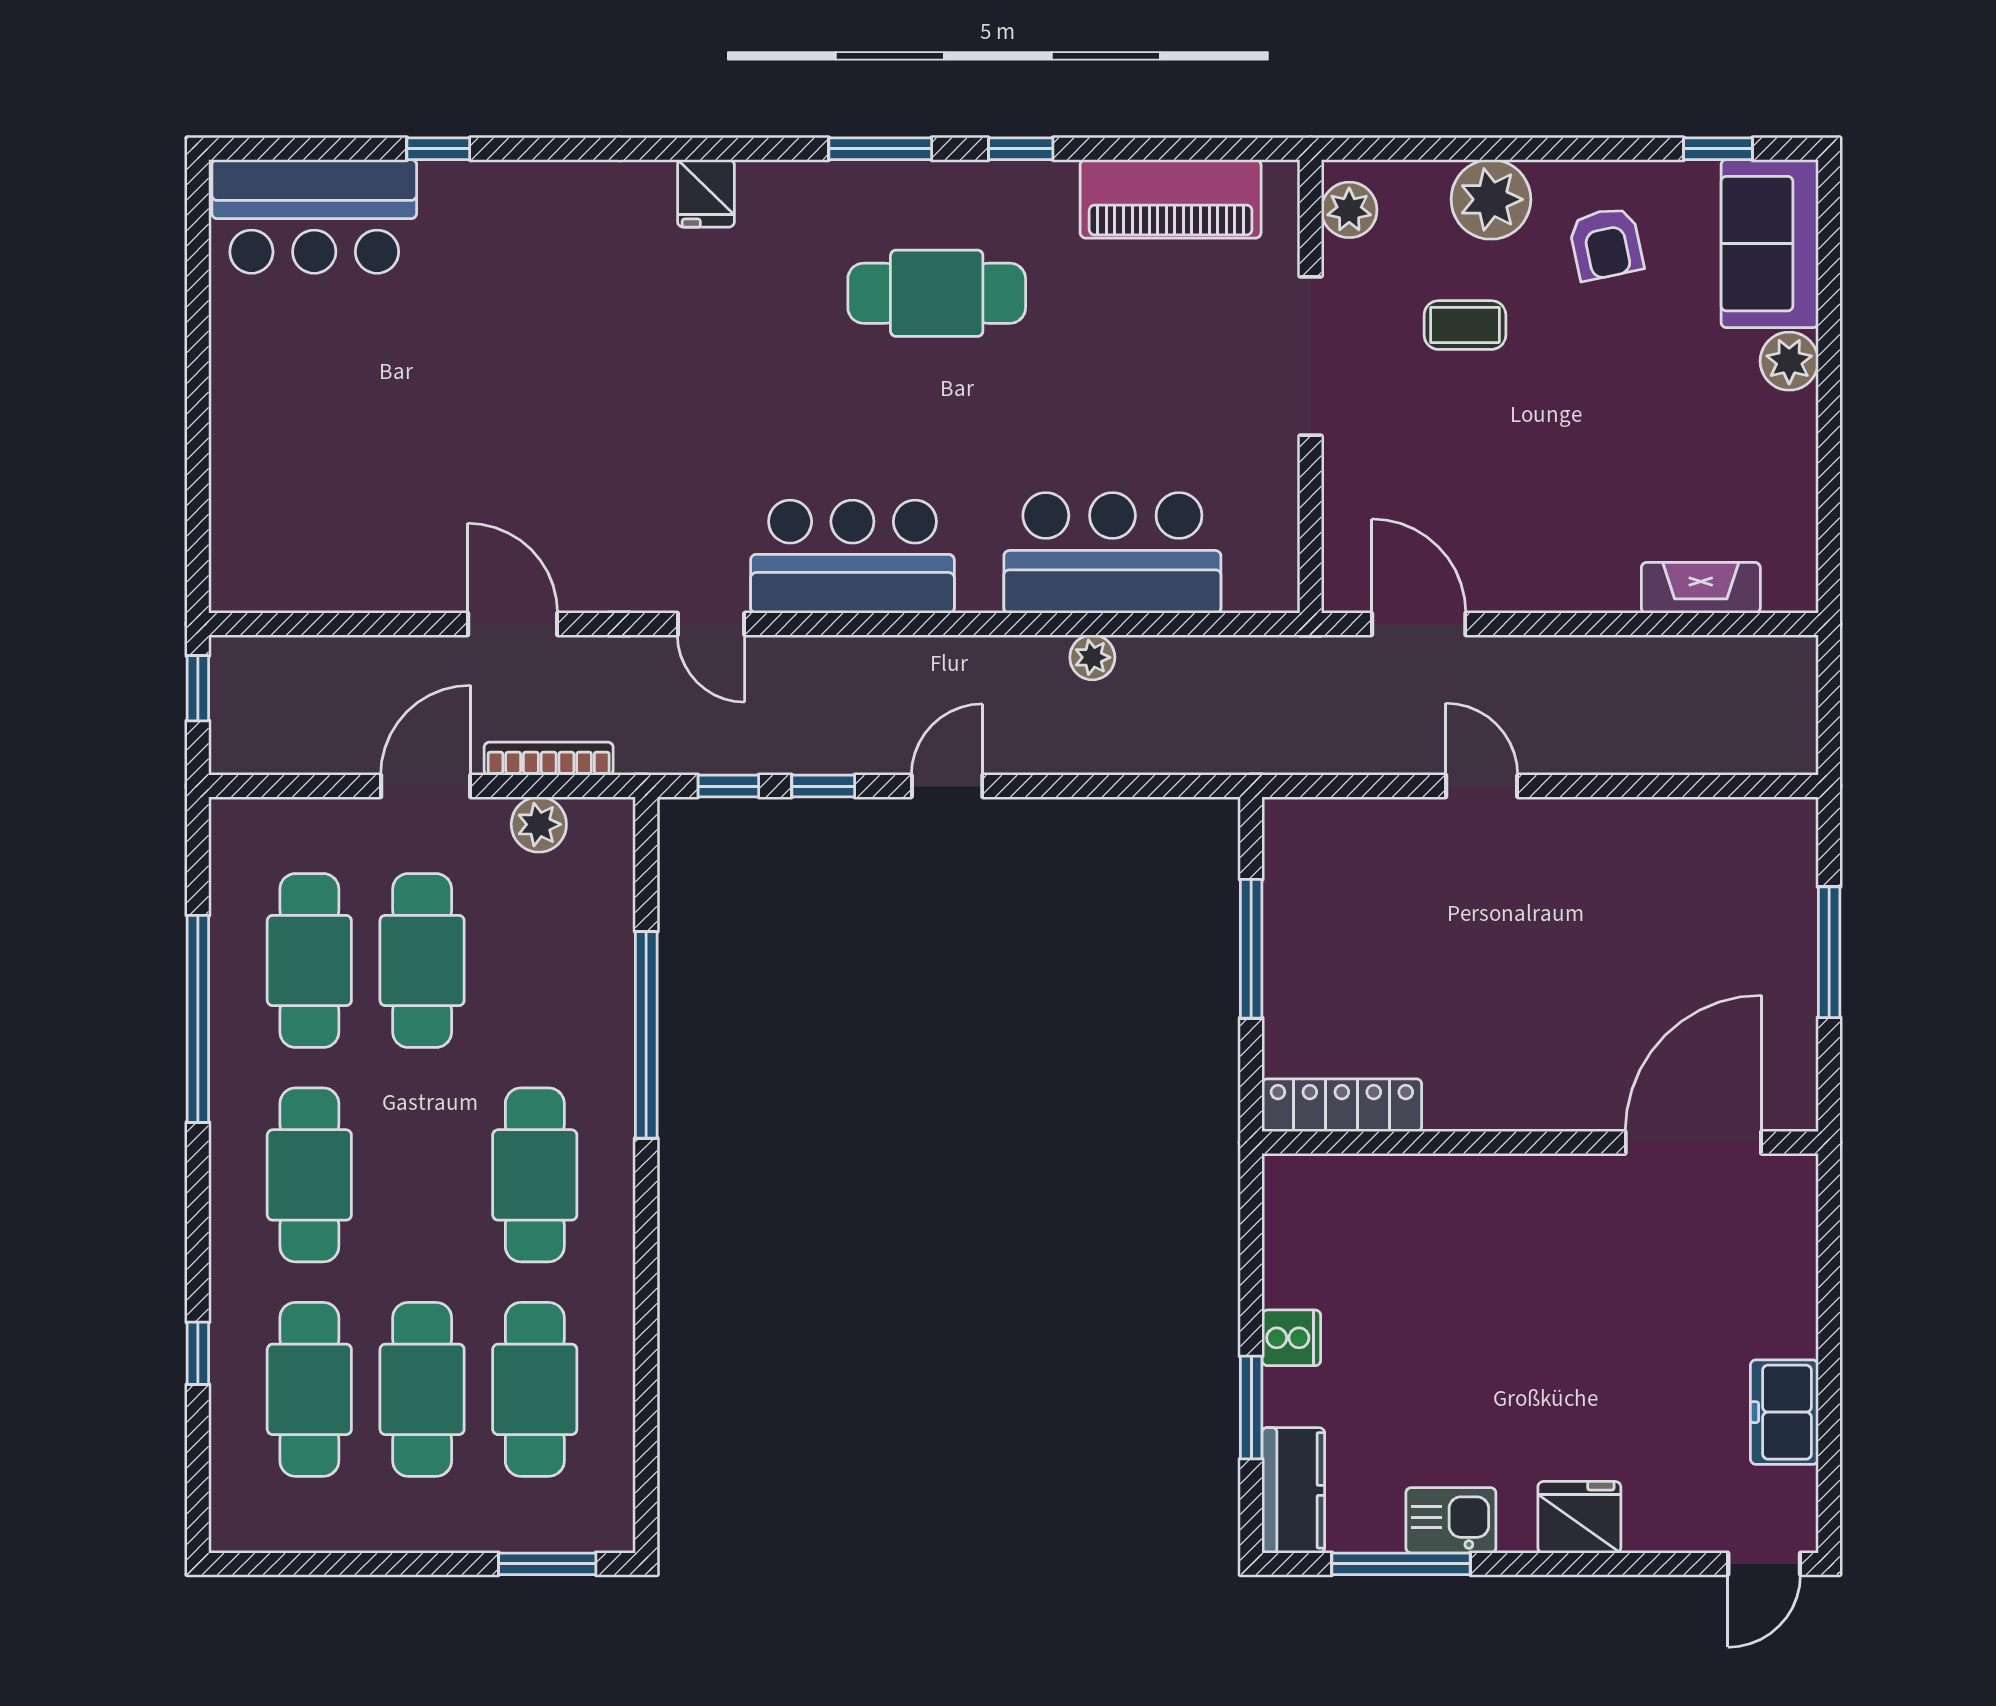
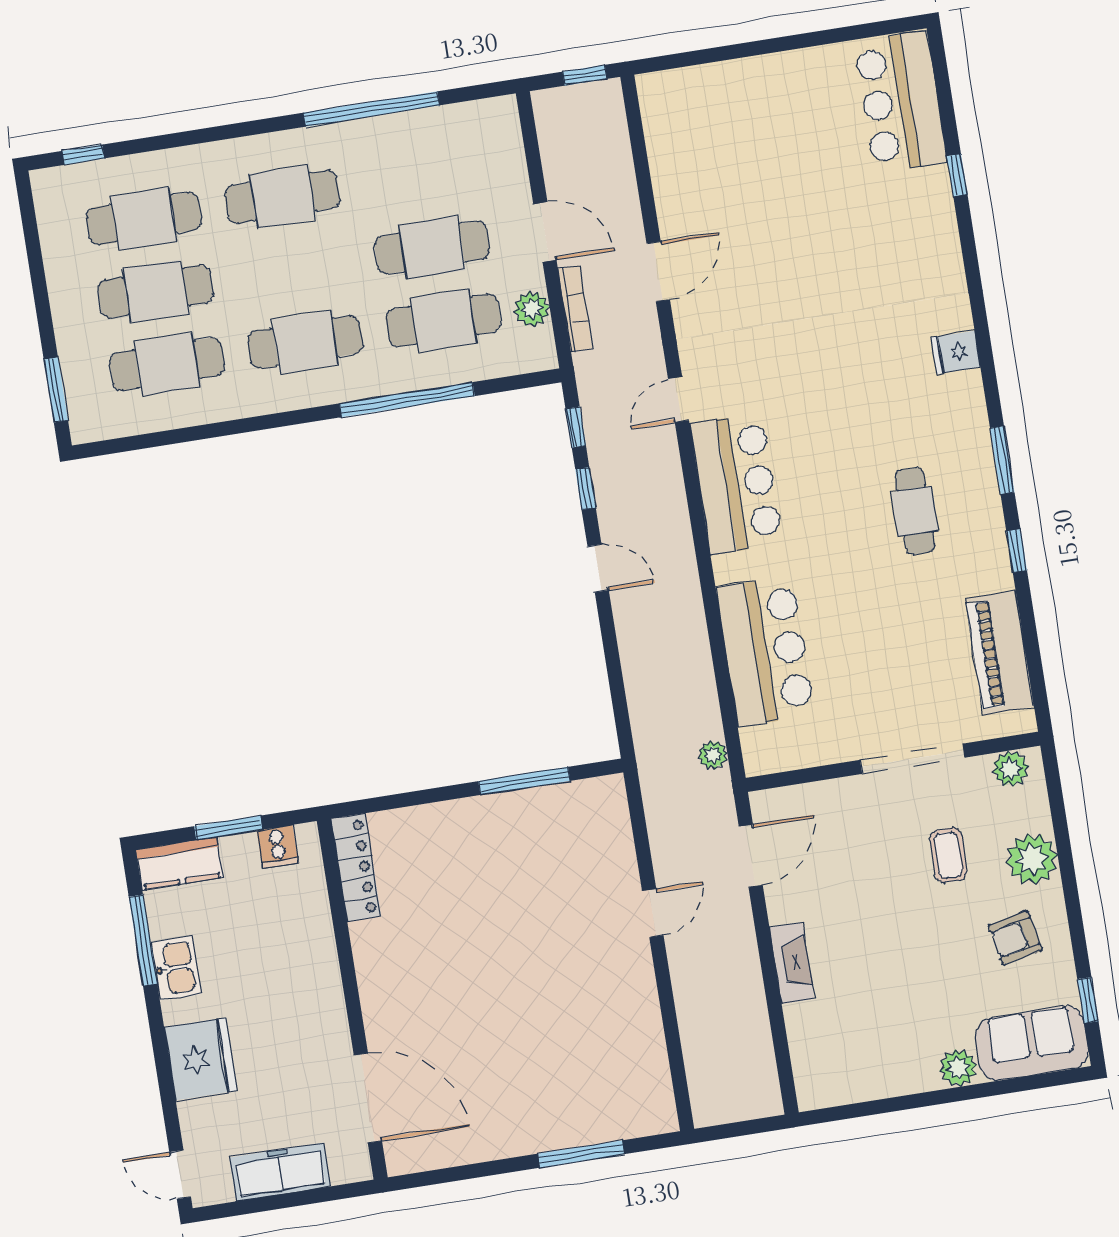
cafe table: (937, 293) -> (915, 511), width x0.73, depth x0.74
fireplace: (1701, 588) -> (792, 963), moved
plant: (1092, 657) -> (713, 755), moved
cafe table: (309, 961) -> (444, 320), moved
locker: (1342, 1105) -> (356, 868), moved
wall: (1540, 1143) -> (352, 999), moved
door: (1693, 1143) -> (368, 1098), moved
window: (198, 1353) -> (83, 155), moved
freezer: (1784, 1412) -> (280, 1172), width x1.40
fridge: (1579, 1517) -> (201, 1059), width x1.36, depth x1.34

